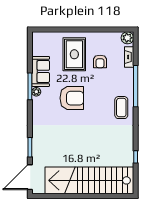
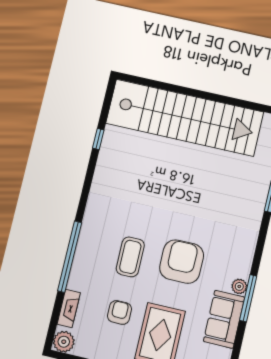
armchair: (72, 98) -> (182, 262), turned 90
coffee table: (121, 108) -> (130, 257), moved

